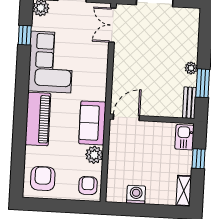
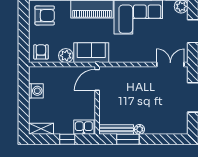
bench: (189, 103) -> (116, 130), width x1.36
door: (126, 117) -> (97, 80), swing flipped
armchair: (88, 186) -> (41, 52), turned -90

